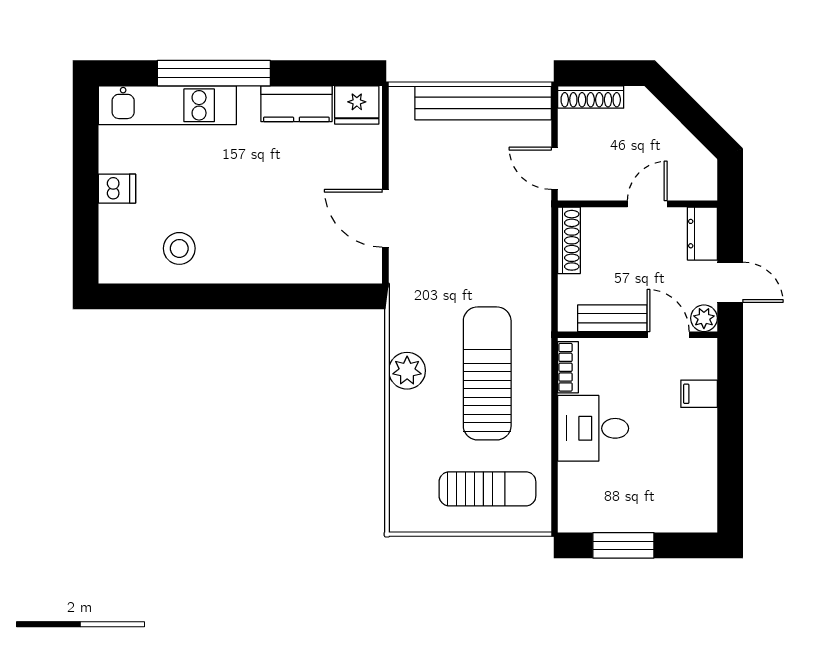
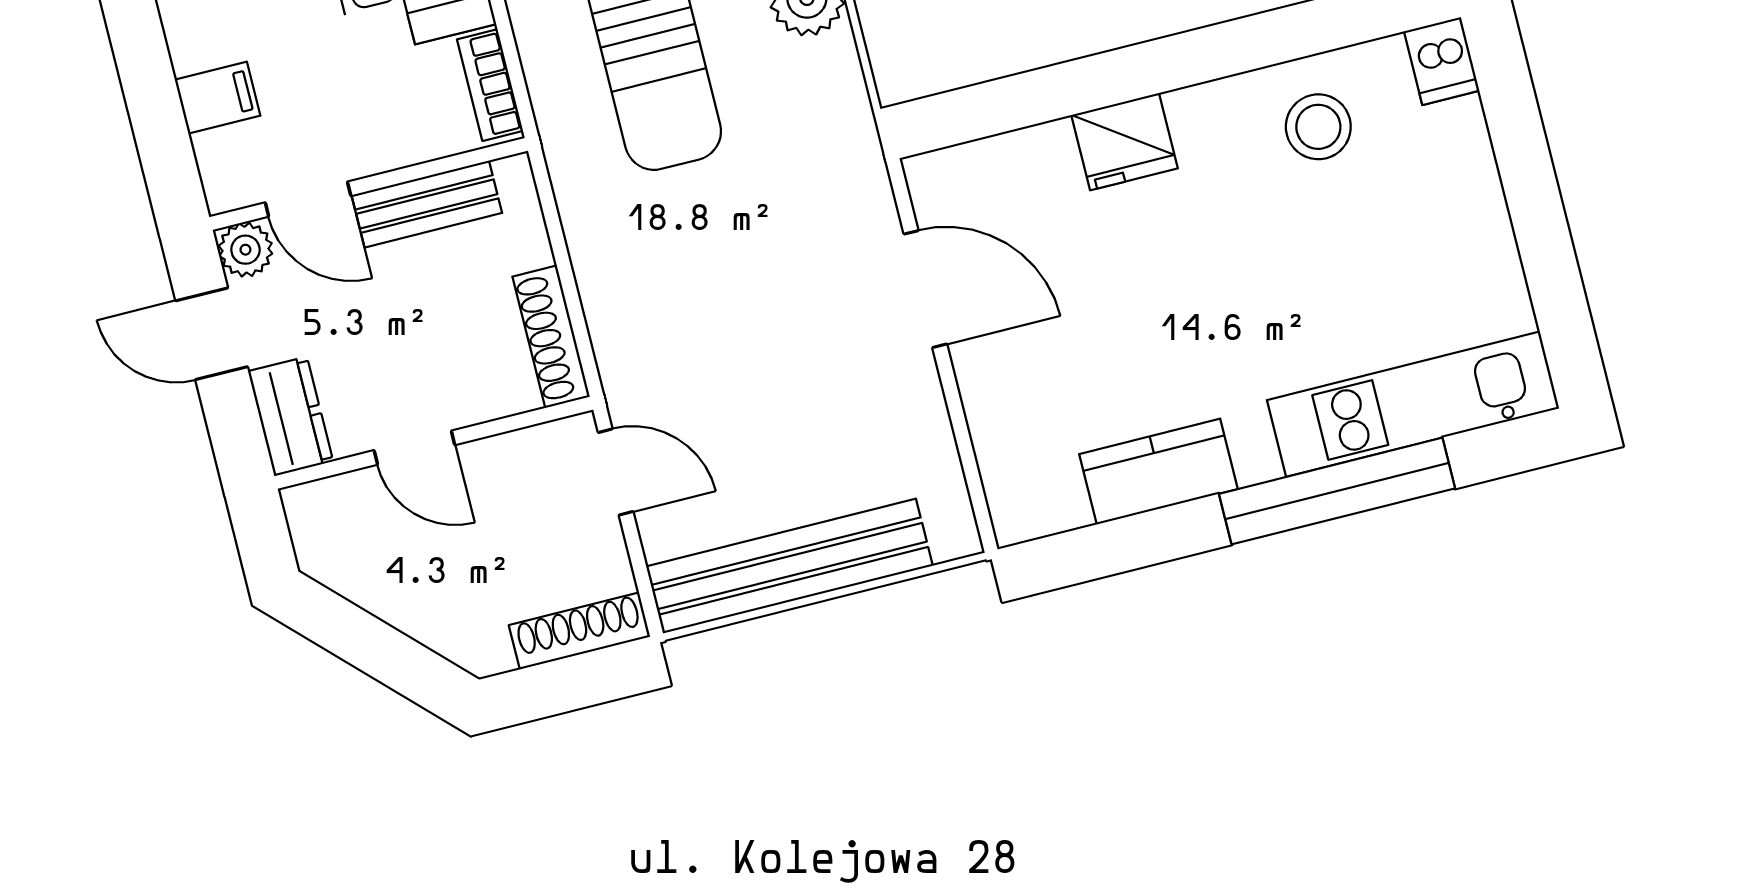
fridge: (357, 105) -> (1125, 142), moved, turned 180
dishwasher: (117, 189) -> (1442, 61), moved, turned -90
door: (647, 204) -> (414, 448), hinge flipped

